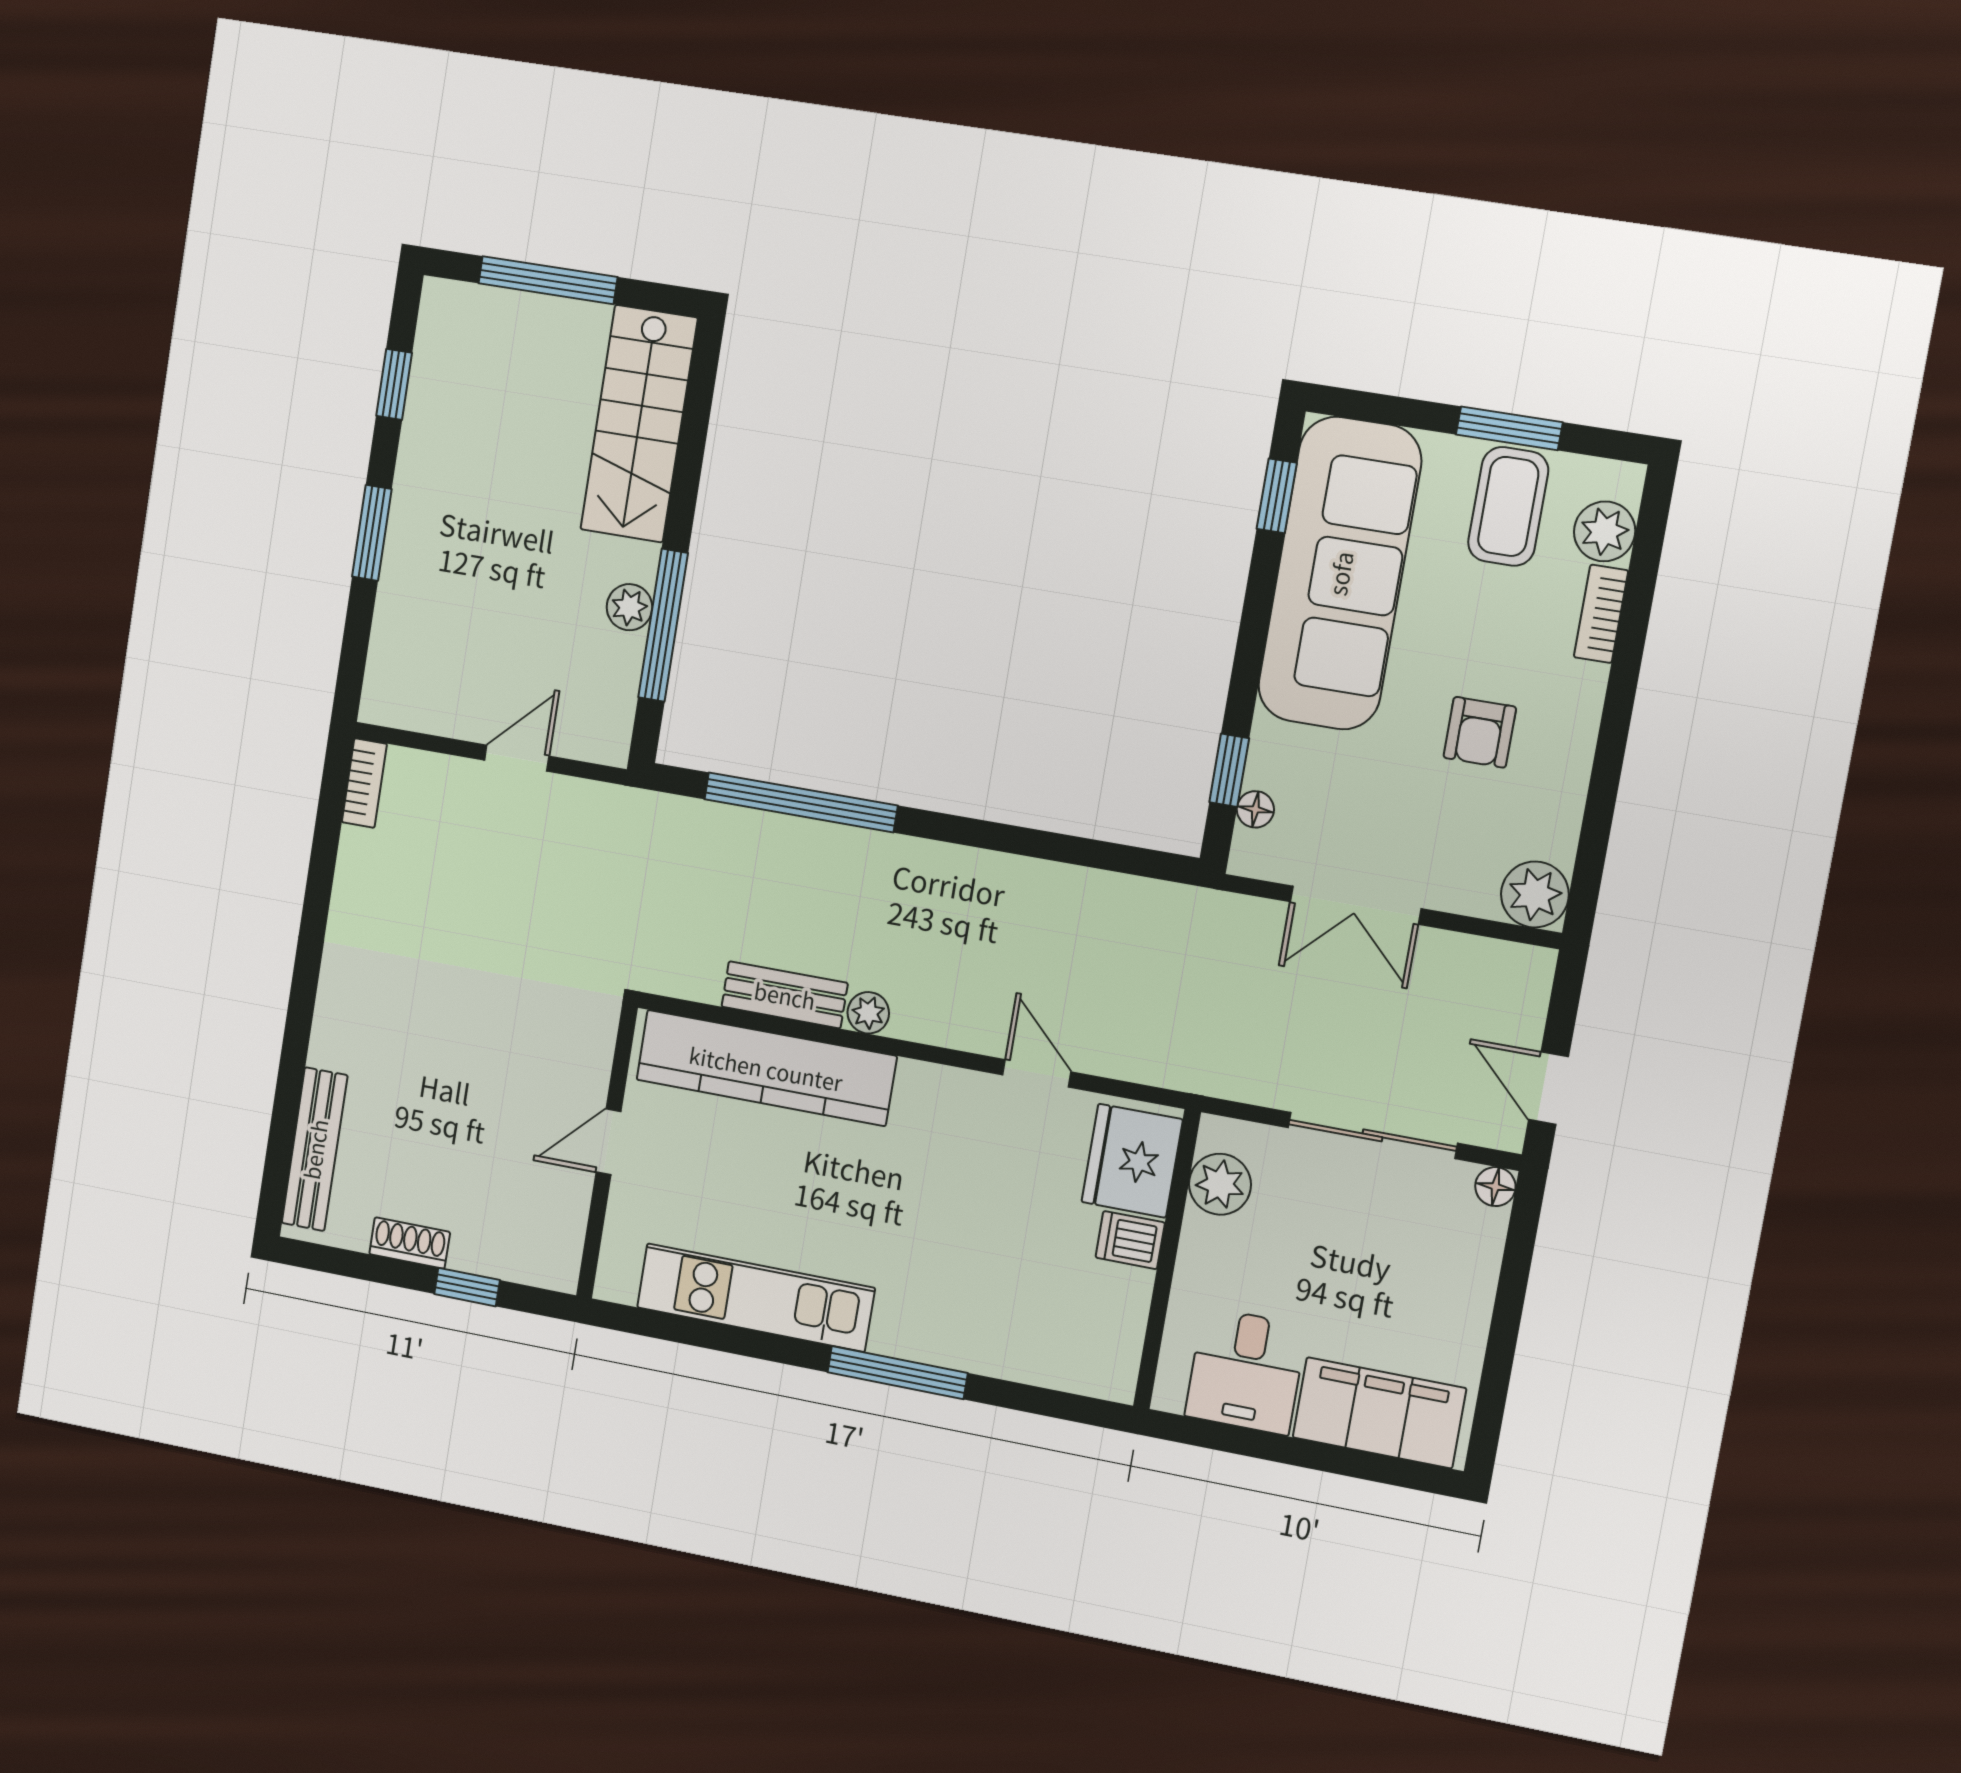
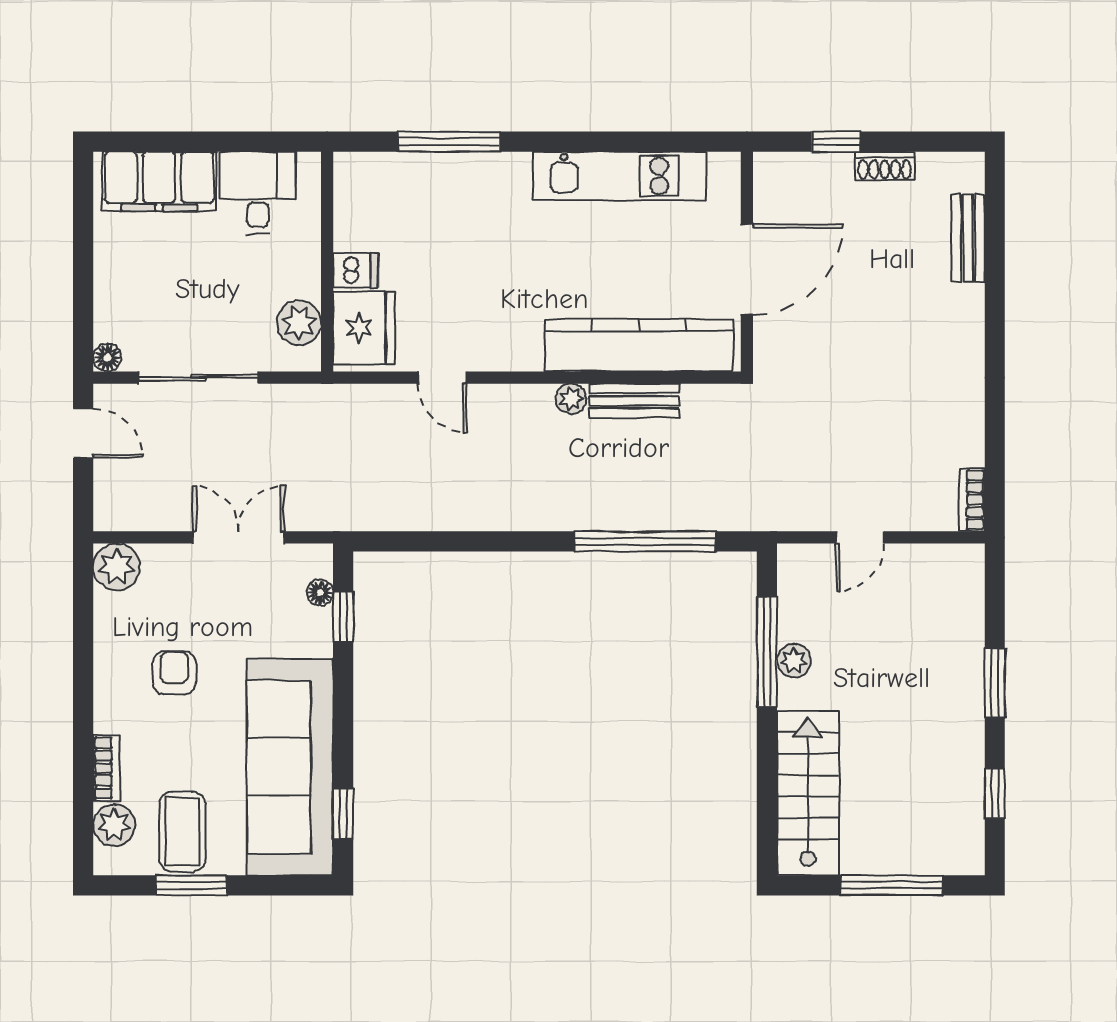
door: (608, 1142) -> (747, 269), width x1.88
bench: (315, 1149) -> (968, 238), width x0.73
window: (898, 1373) -> (449, 142), moved

